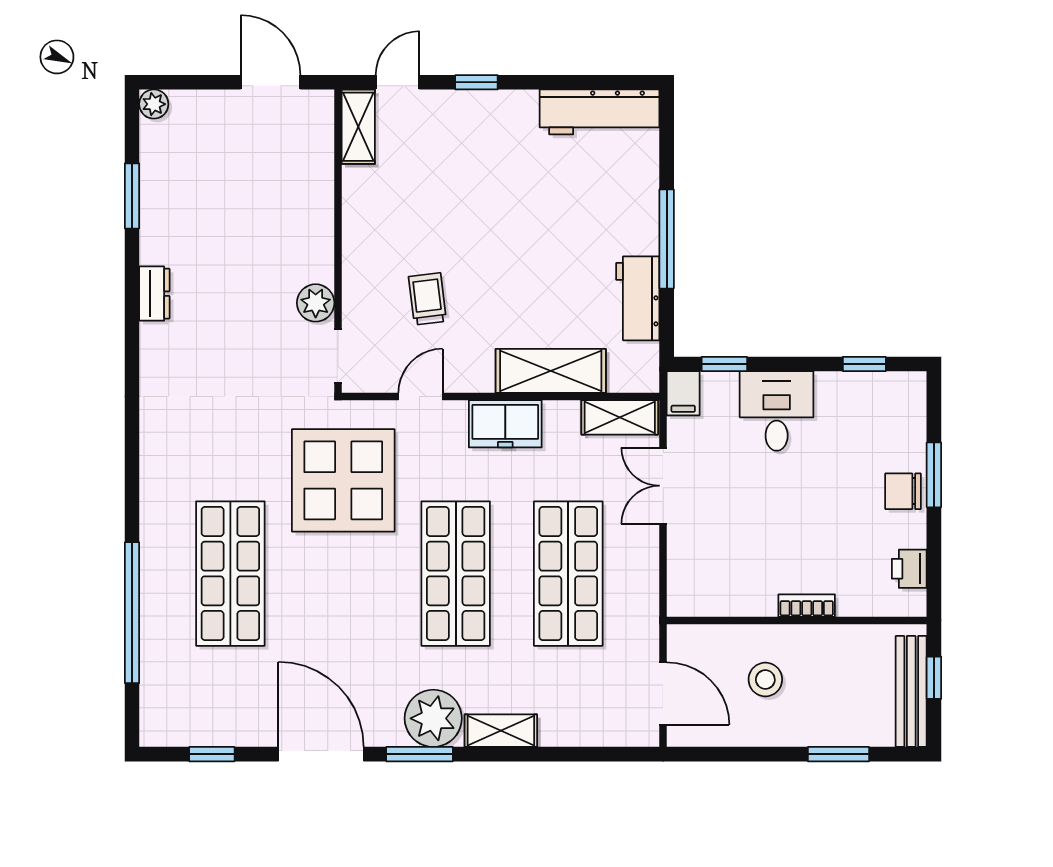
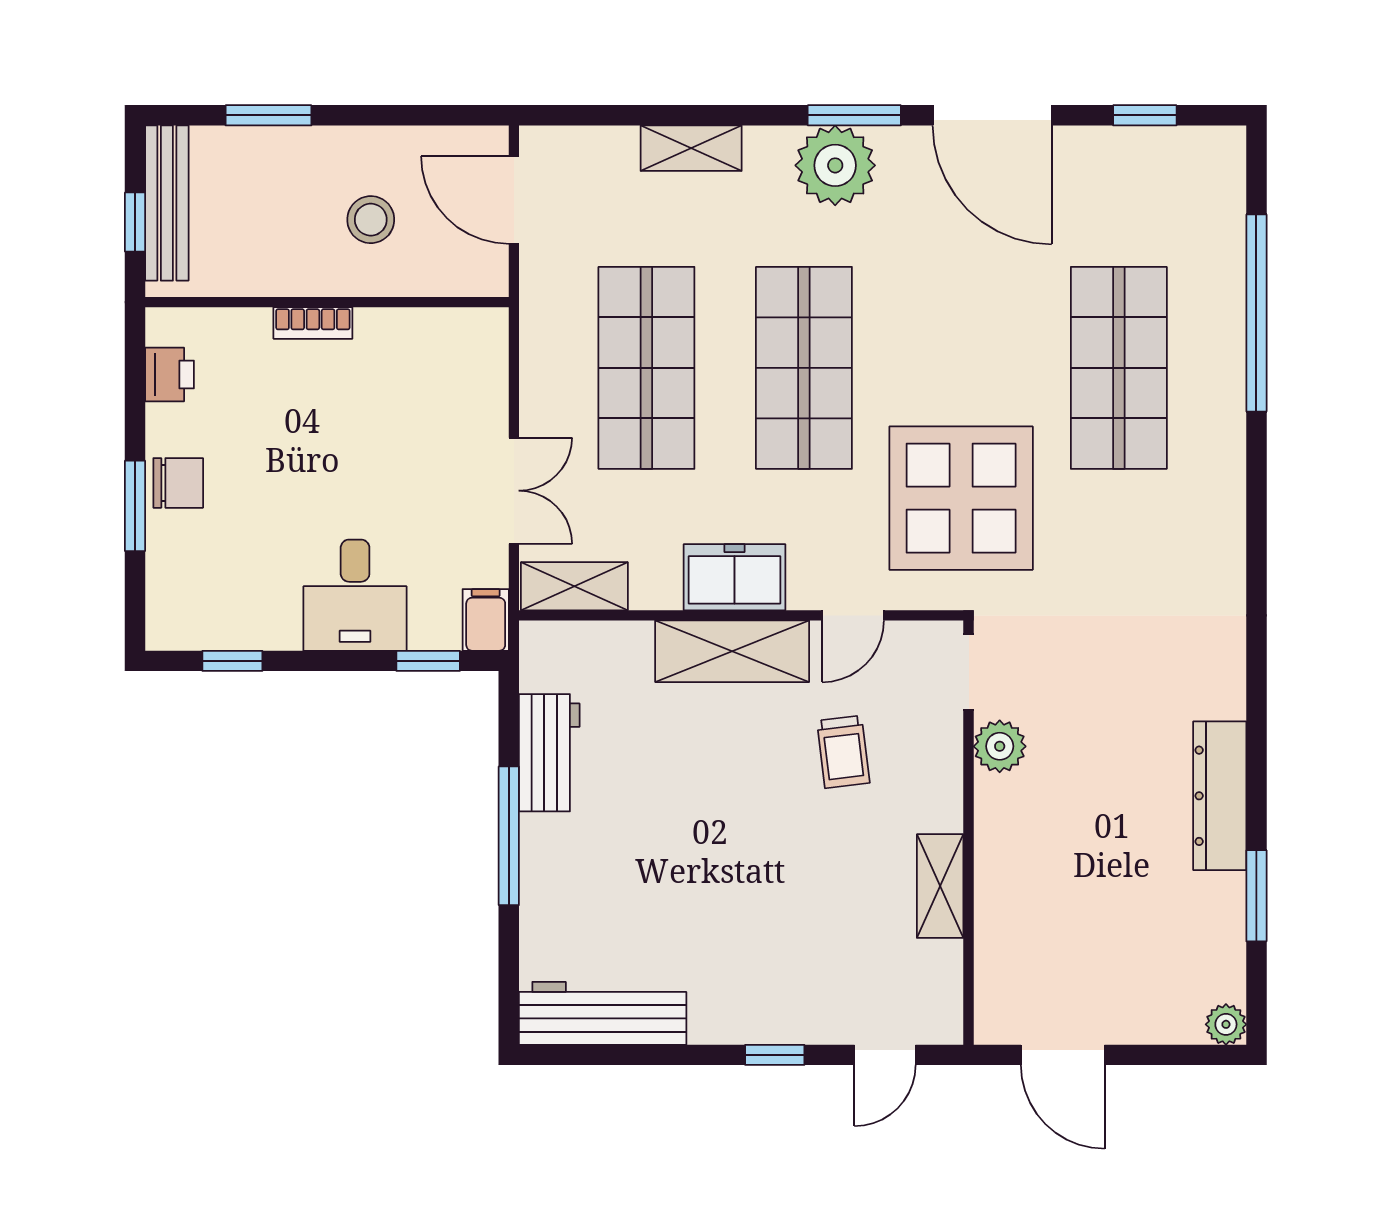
shelving: (358, 127) -> (940, 886), moved
dresser: (154, 294) -> (1220, 796), width x1.96, depth x1.24
shelving: (551, 371) -> (732, 651), moved
shelving: (501, 731) -> (691, 148), moved

